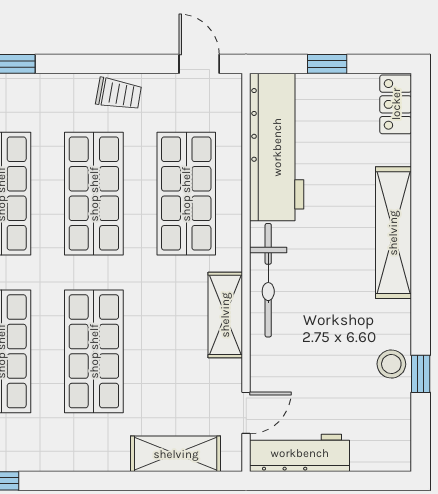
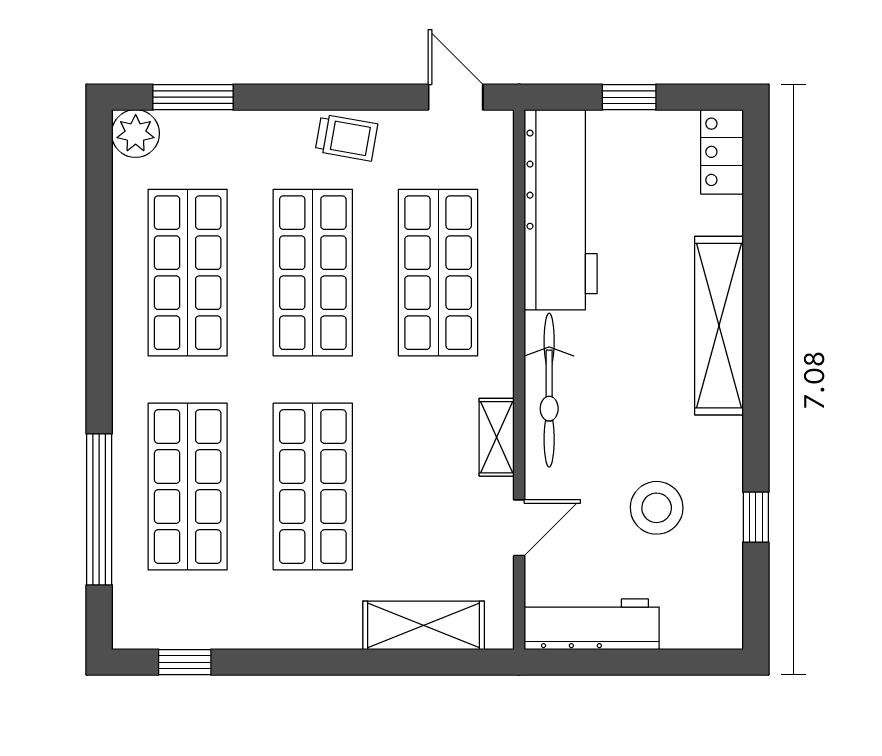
shelving: (225, 315) -> (497, 437), width x0.67, depth x0.75
stool: (391, 364) -> (657, 508), moved, width x1.38, depth x1.38
door: (246, 413) -> (519, 528), moved

